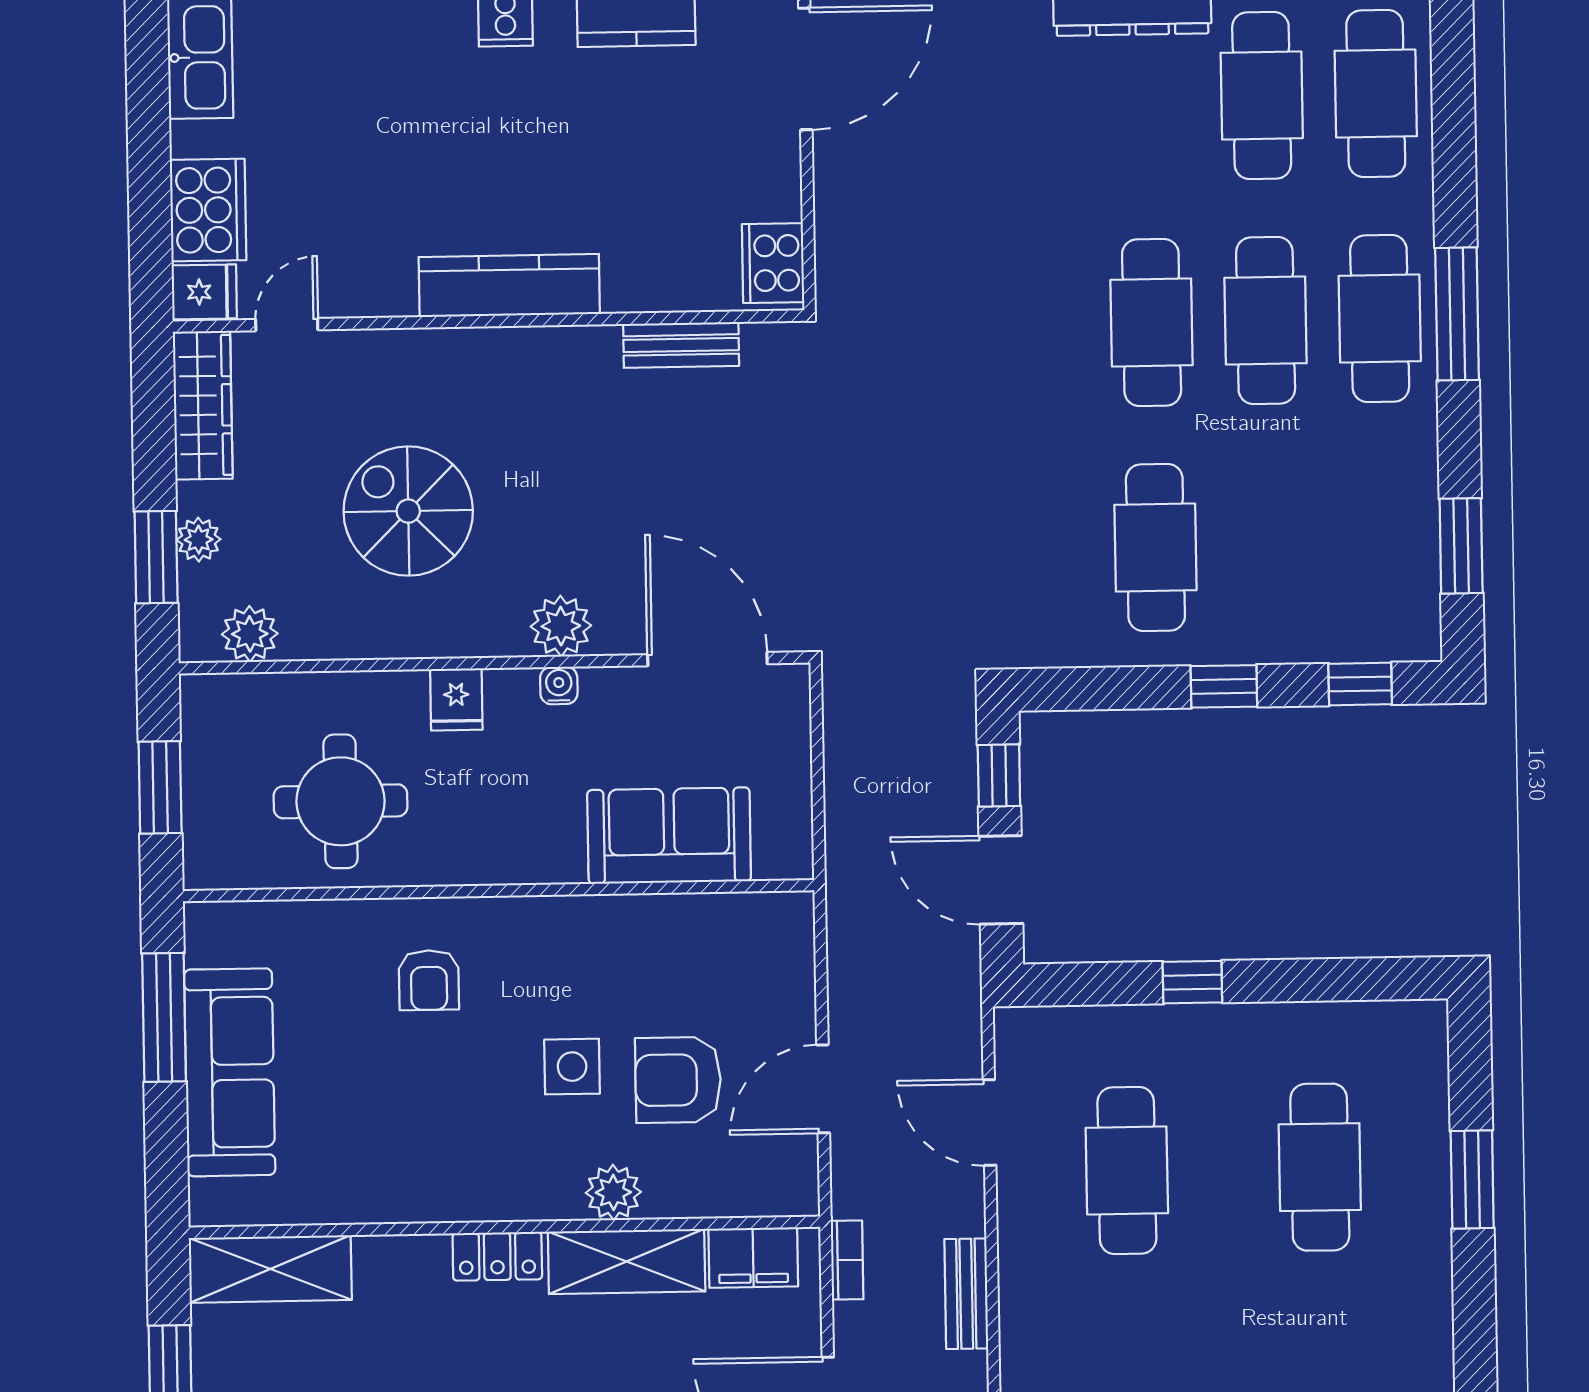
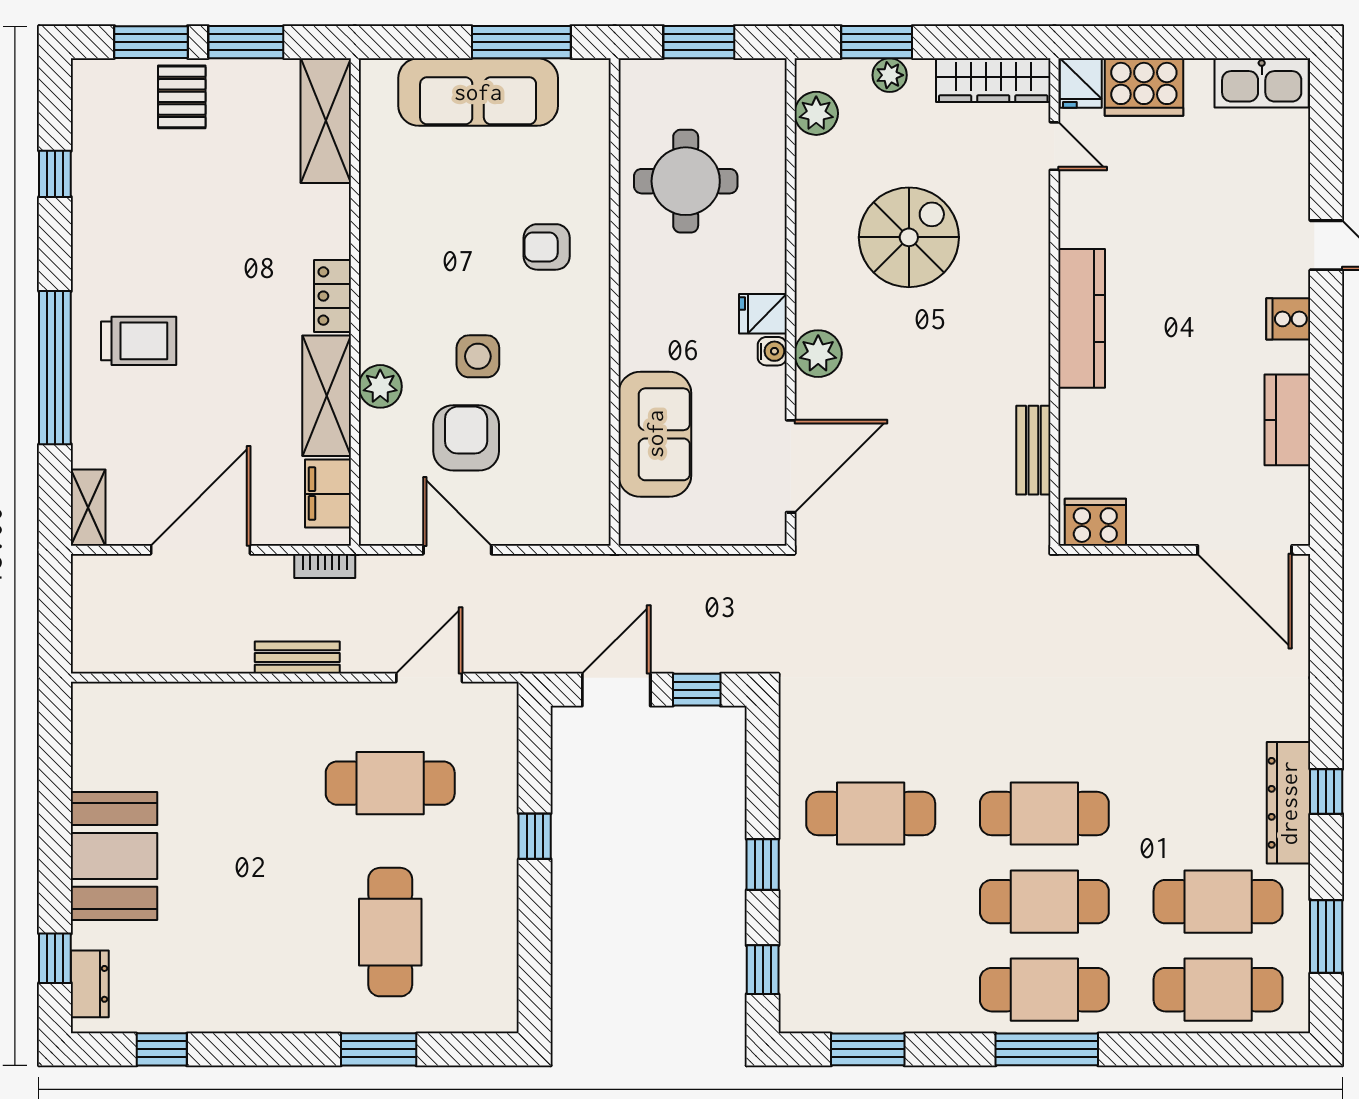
fridge: (456, 699) -> (763, 314), moved
cafe table: (1320, 1167) -> (390, 932), turned 90

